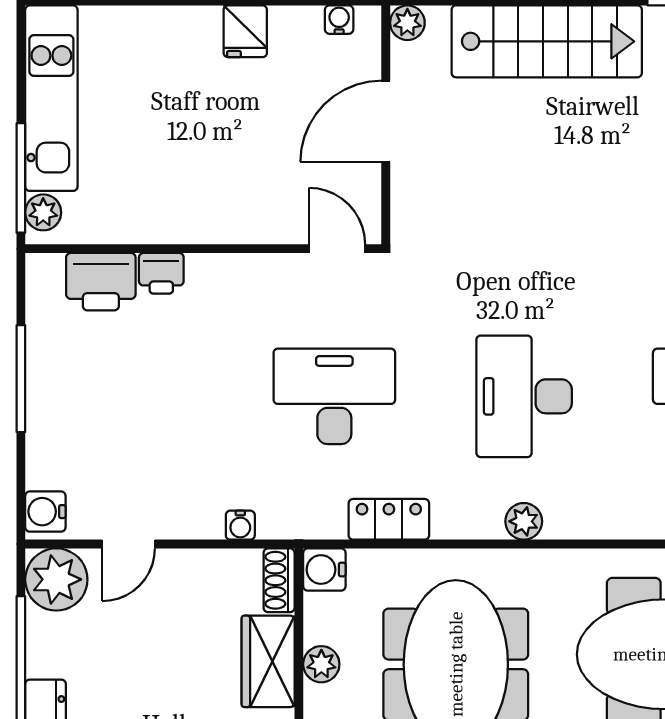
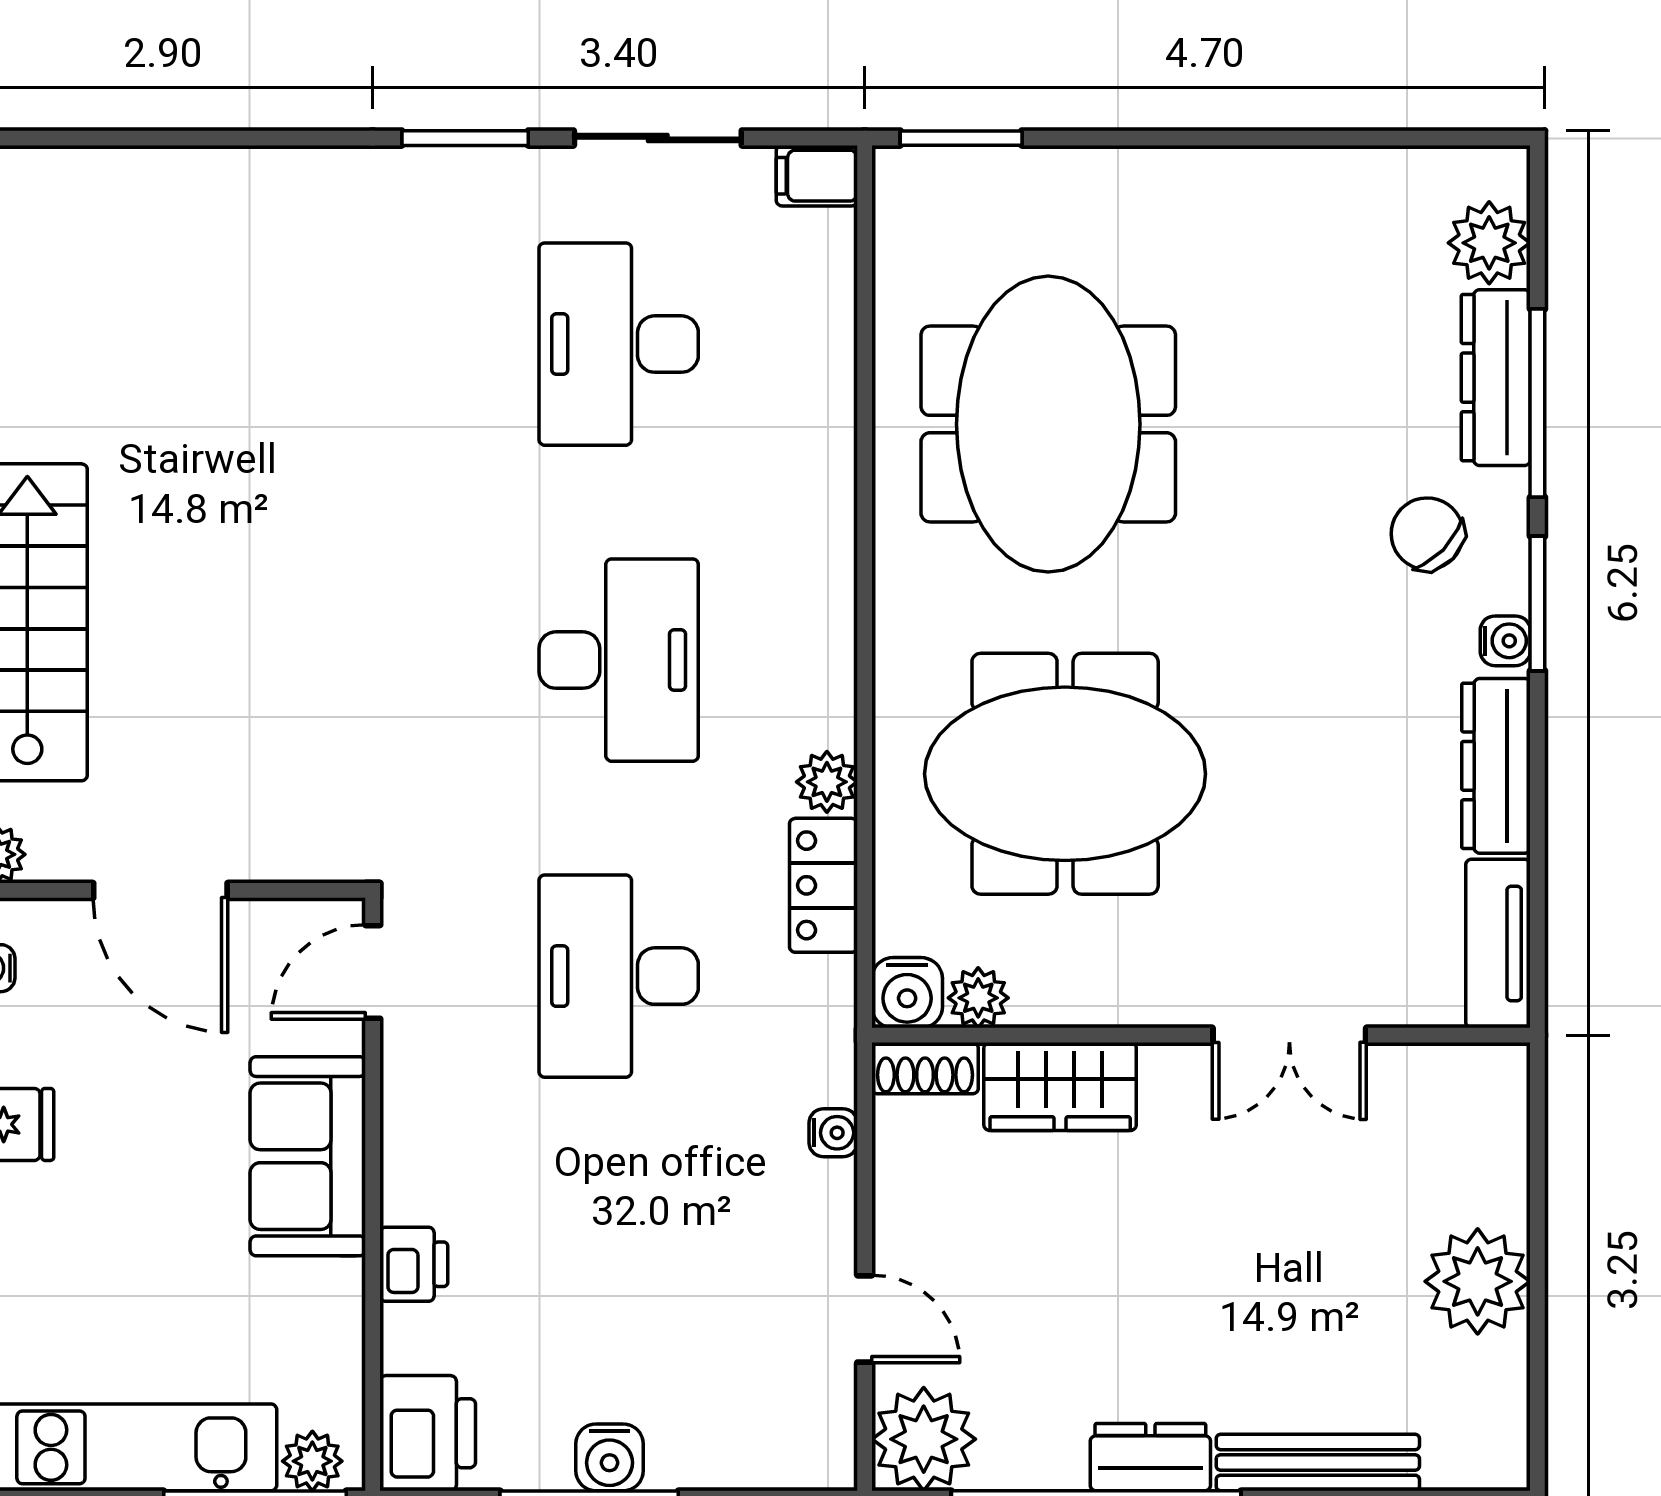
sofa: (226, 210) -> (308, 1156), added
printer: (101, 282) -> (428, 1433), moved
desk: (524, 396) -> (619, 660), turned -90
water cooler: (45, 512) -> (610, 1457), moved
plant: (524, 521) -> (827, 782), moved
plant: (321, 664) -> (978, 998), moved

